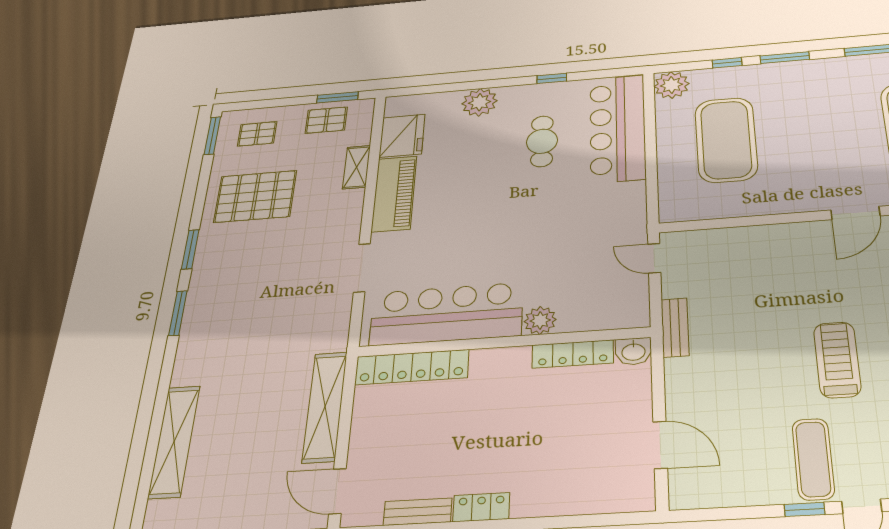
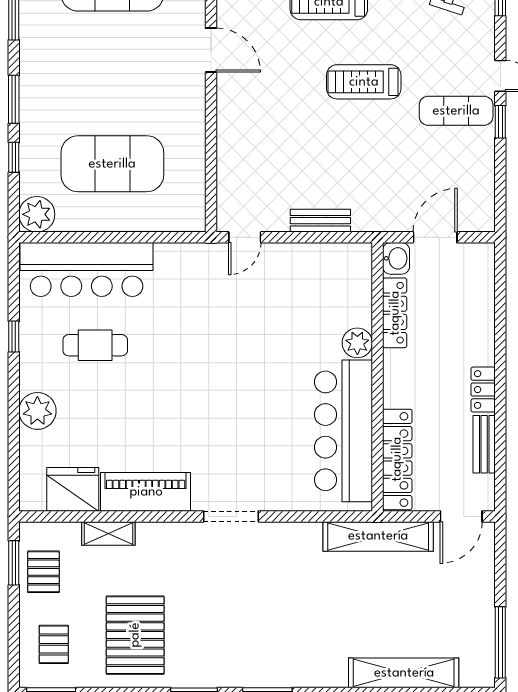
bar counter: (446, 314) -> (343, 431), moved
plant: (540, 320) -> (357, 343), moved
wall: (503, 342) -> (377, 377), moved
washbasin: (633, 351) -> (396, 258), moved
locker: (573, 354) -> (395, 313), moved
locker: (412, 367) -> (397, 459), moved

